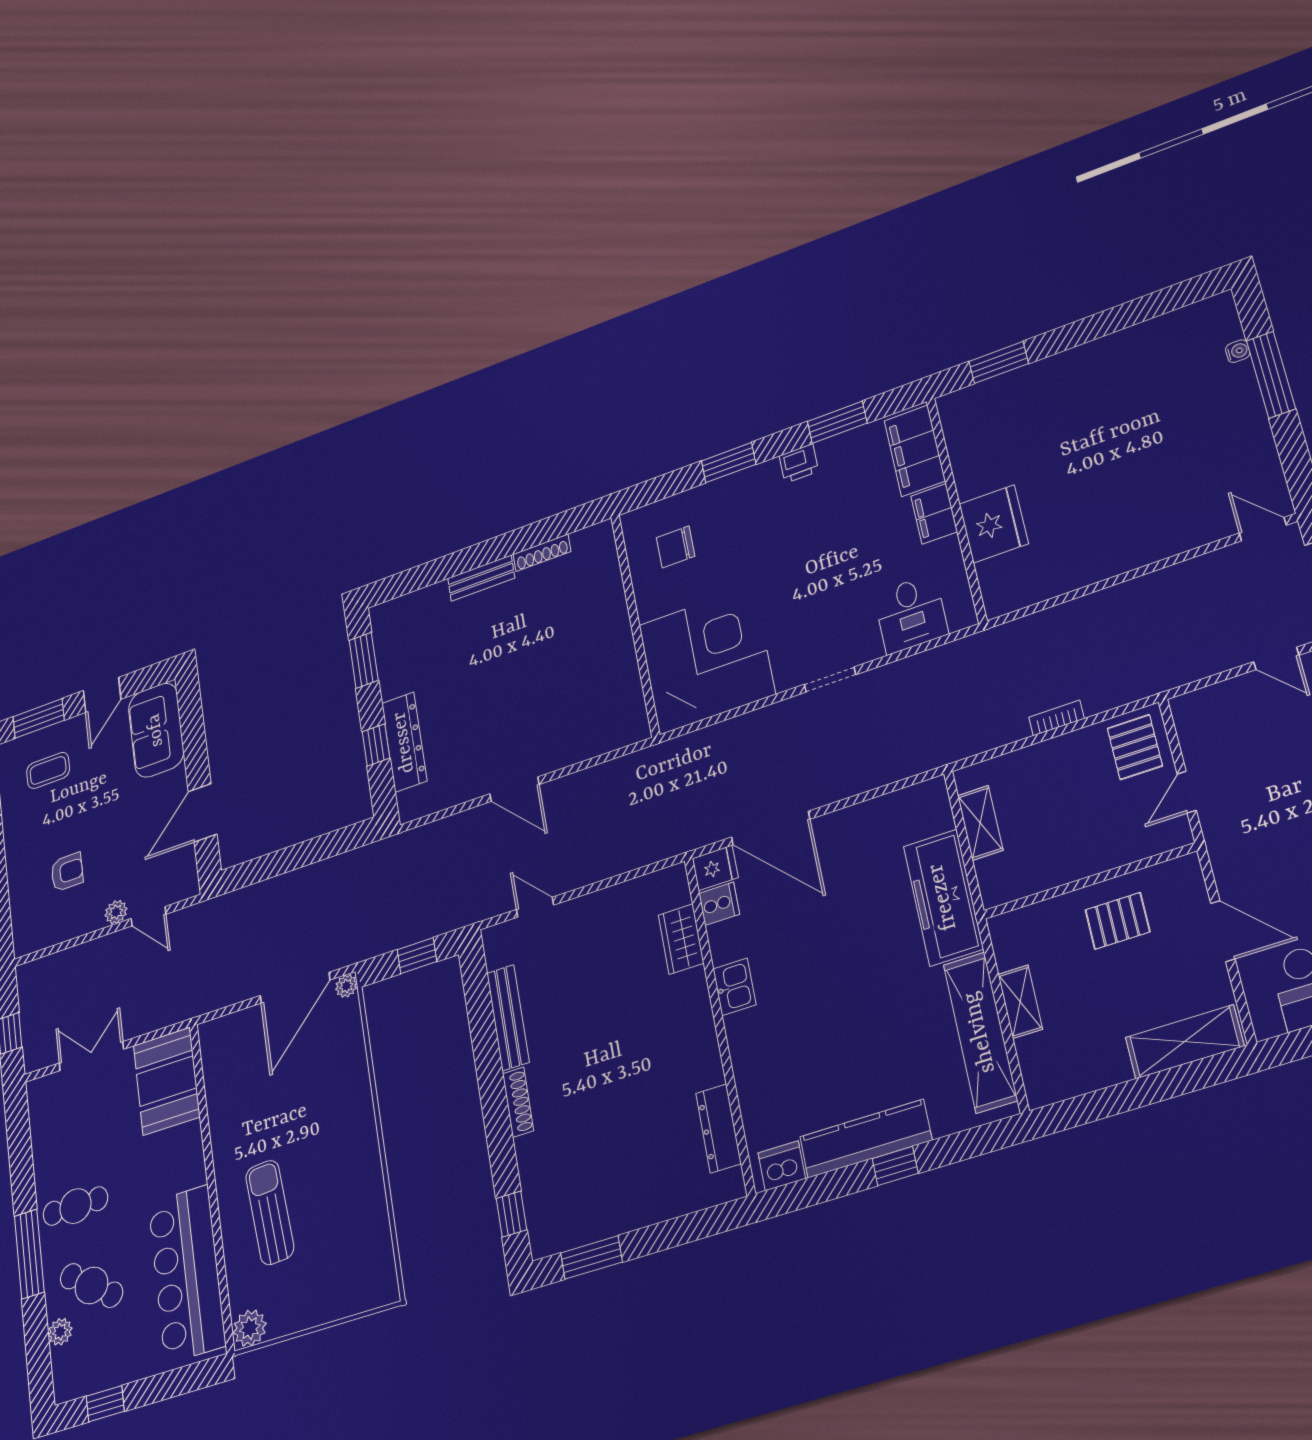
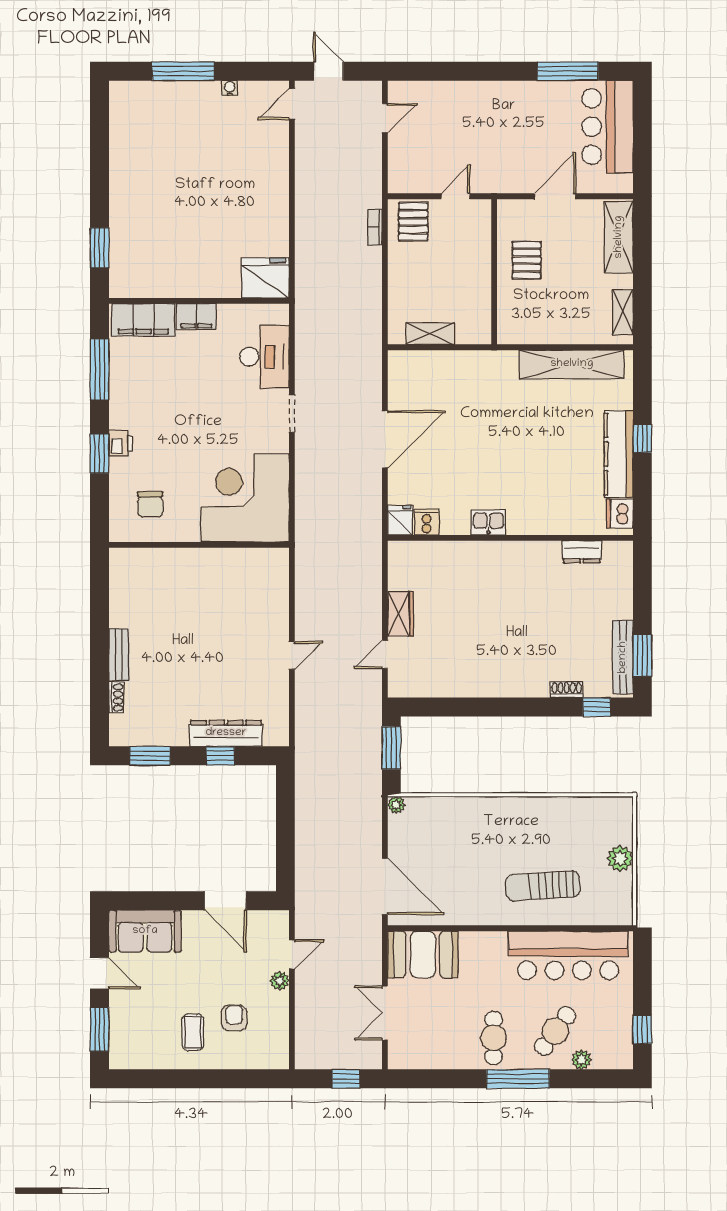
water cooler: (1238, 351) -> (230, 88), moved
window: (837, 422) -> (100, 370), width x1.44
printer: (799, 463) -> (121, 444), moved
fridge: (994, 524) -> (265, 278), moved
shoe rack: (542, 553) -> (116, 697), moved, width x0.70
desk: (911, 614) -> (265, 357), width x1.37
bookcase: (1056, 718) -> (375, 227), moved
pallet: (1135, 747) -> (413, 222), turned 90
coffee table: (48, 770) -> (193, 1032), moved
door: (515, 789) -> (292, 655), width x0.73
door: (1187, 792) -> (455, 196), swing flipped
door: (771, 828) -> (385, 439), moved
freezer: (943, 897) -> (473, 369), removed
wardrobe: (681, 939) -> (401, 614), moved, turned -90
window: (417, 956) -> (391, 748), width x1.50
door: (295, 988) -> (385, 886), moved
shelving: (1020, 1002) -> (623, 312), moved, turned 90
bench: (508, 1018) -> (623, 657), moved, turned 90
shoe rack: (518, 1102) -> (567, 690), moved, width x0.70
dresser: (718, 1128) -> (582, 552), width x0.70
plant: (250, 1328) -> (620, 859), moved

